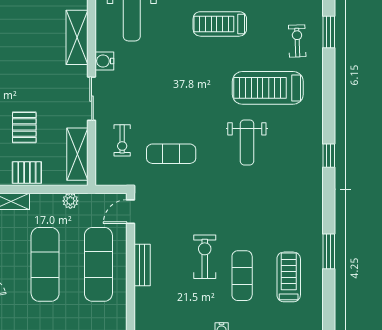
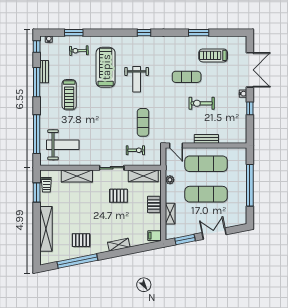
water cooler: (104, 61) -> (90, 160), removed
treadmill: (268, 88) -> (106, 67), turned 180
pallet: (24, 127) -> (119, 196), moved
weight bench: (247, 142) -> (137, 79), turned 90
exercise mat: (242, 276) -> (187, 77), moved

